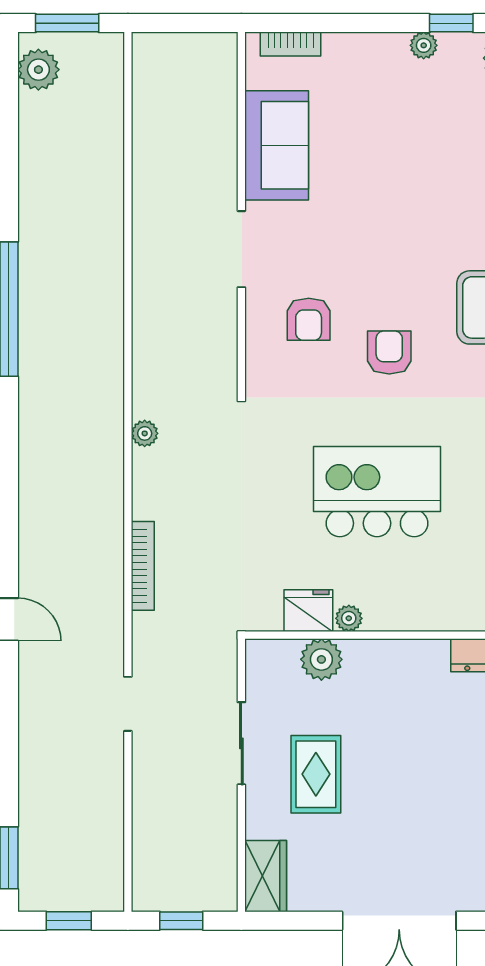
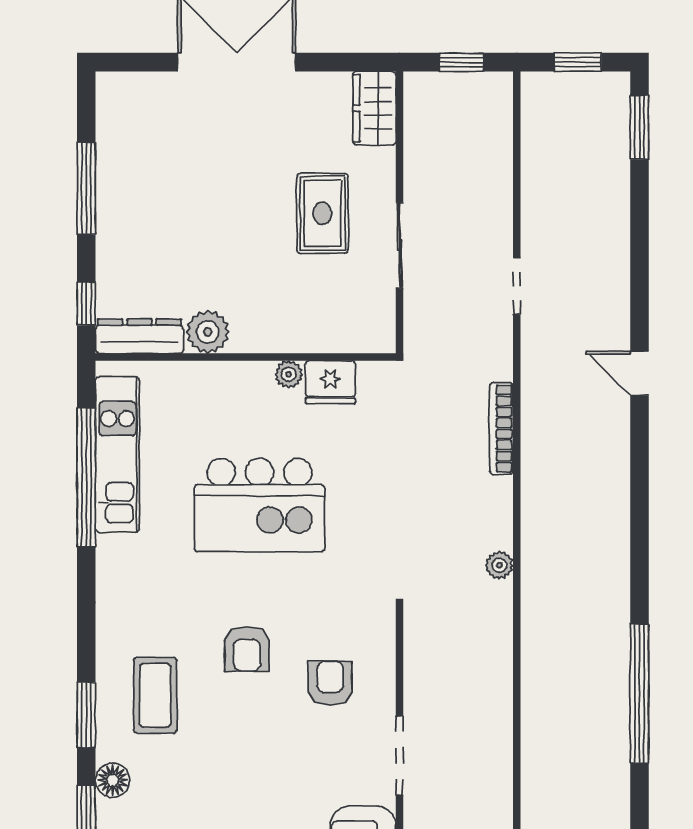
plant: (321, 659) -> (208, 332), moved

